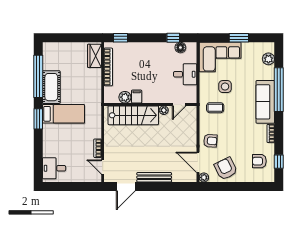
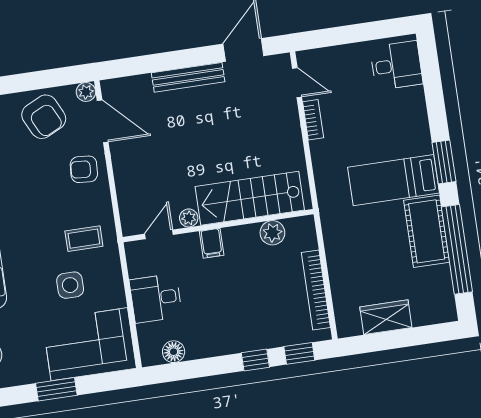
window: (173, 38) -> (255, 360), moved
wardrobe: (94, 56) -> (386, 317), moved, turned -90
filing cabinet: (137, 97) -> (212, 243), moved

